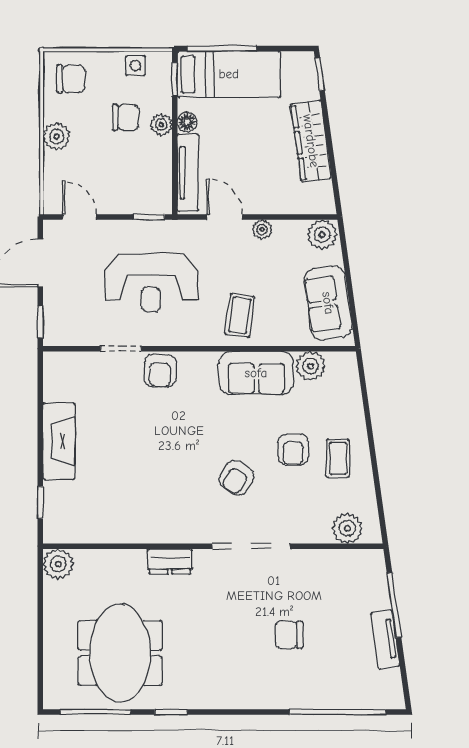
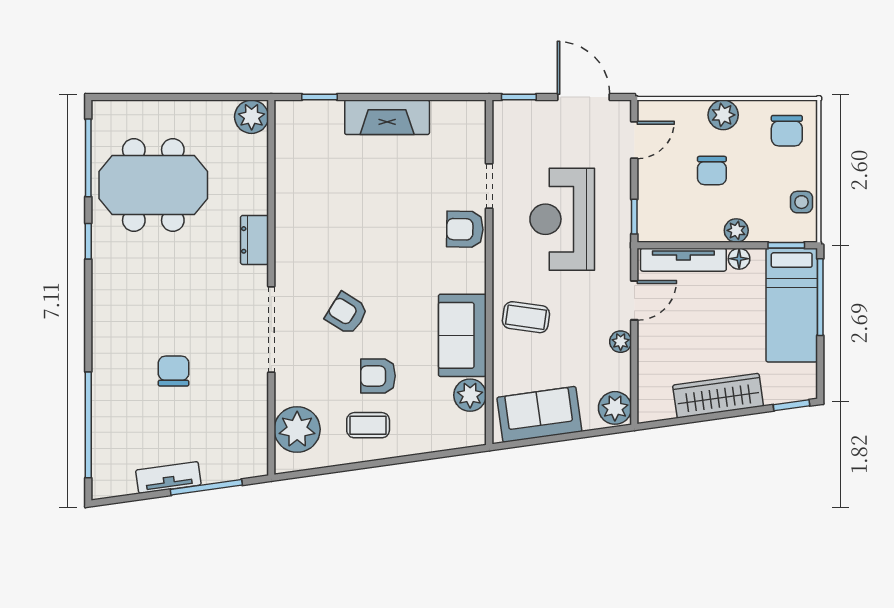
chair: (126, 117) -> (712, 171), moved
plant: (347, 528) -> (297, 429), width x1.36, depth x1.36

